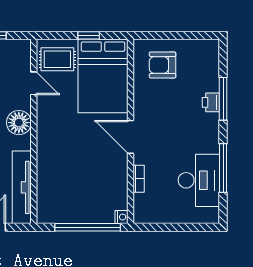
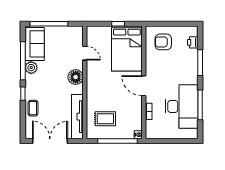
rug: (57, 59) -> (105, 119), moved
printer: (211, 102) -> (193, 42), moved
desk: (199, 180) -> (182, 106), width x1.36, depth x1.30

